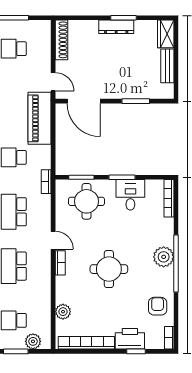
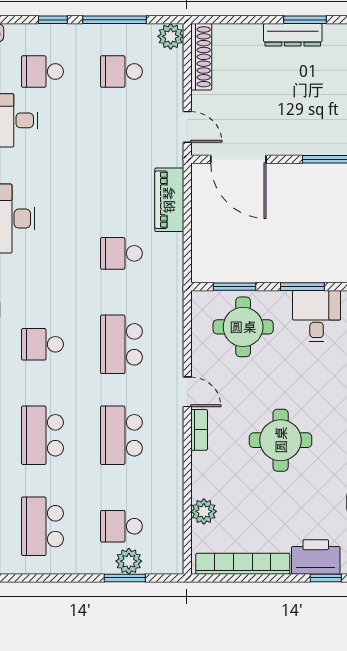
plant: (43, 28) -> (171, 36), added
piano: (40, 118) -> (169, 200), width x0.73, depth x0.75
bookcase: (46, 182) -> (176, 294), removed
plant: (33, 341) -> (129, 561), moved

